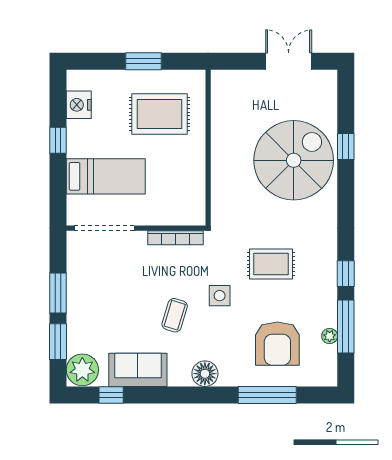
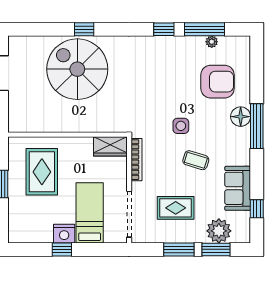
nightstand: (79, 105) -> (64, 234), moved
window: (346, 147) -> (84, 29), moved
wardrobe: (193, 204) -> (110, 146), added
rug: (271, 264) -> (176, 208), moved, turned 90
plant: (82, 370) -> (219, 231), moved
floor lamp: (205, 374) -> (241, 117), moved
window: (267, 395) -> (257, 126), moved

